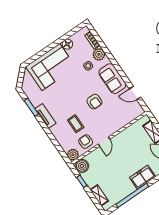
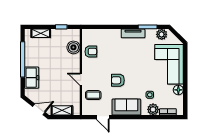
door: (135, 93) -> (103, 117), swing flipped
coffee table: (76, 124) -> (93, 95), moved
door: (104, 142) -> (81, 79), moved
plant: (73, 155) -> (162, 34), moved
boiler: (82, 166) -> (73, 47), moved

